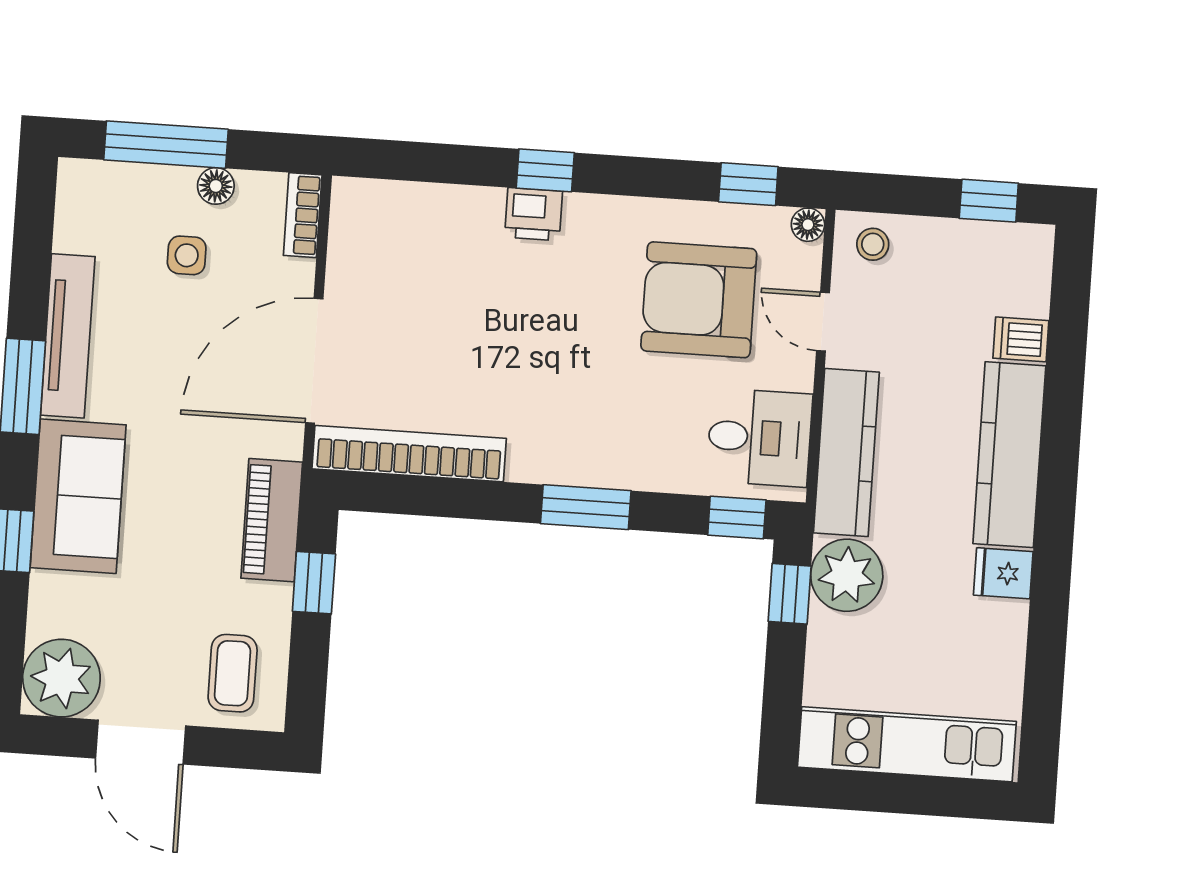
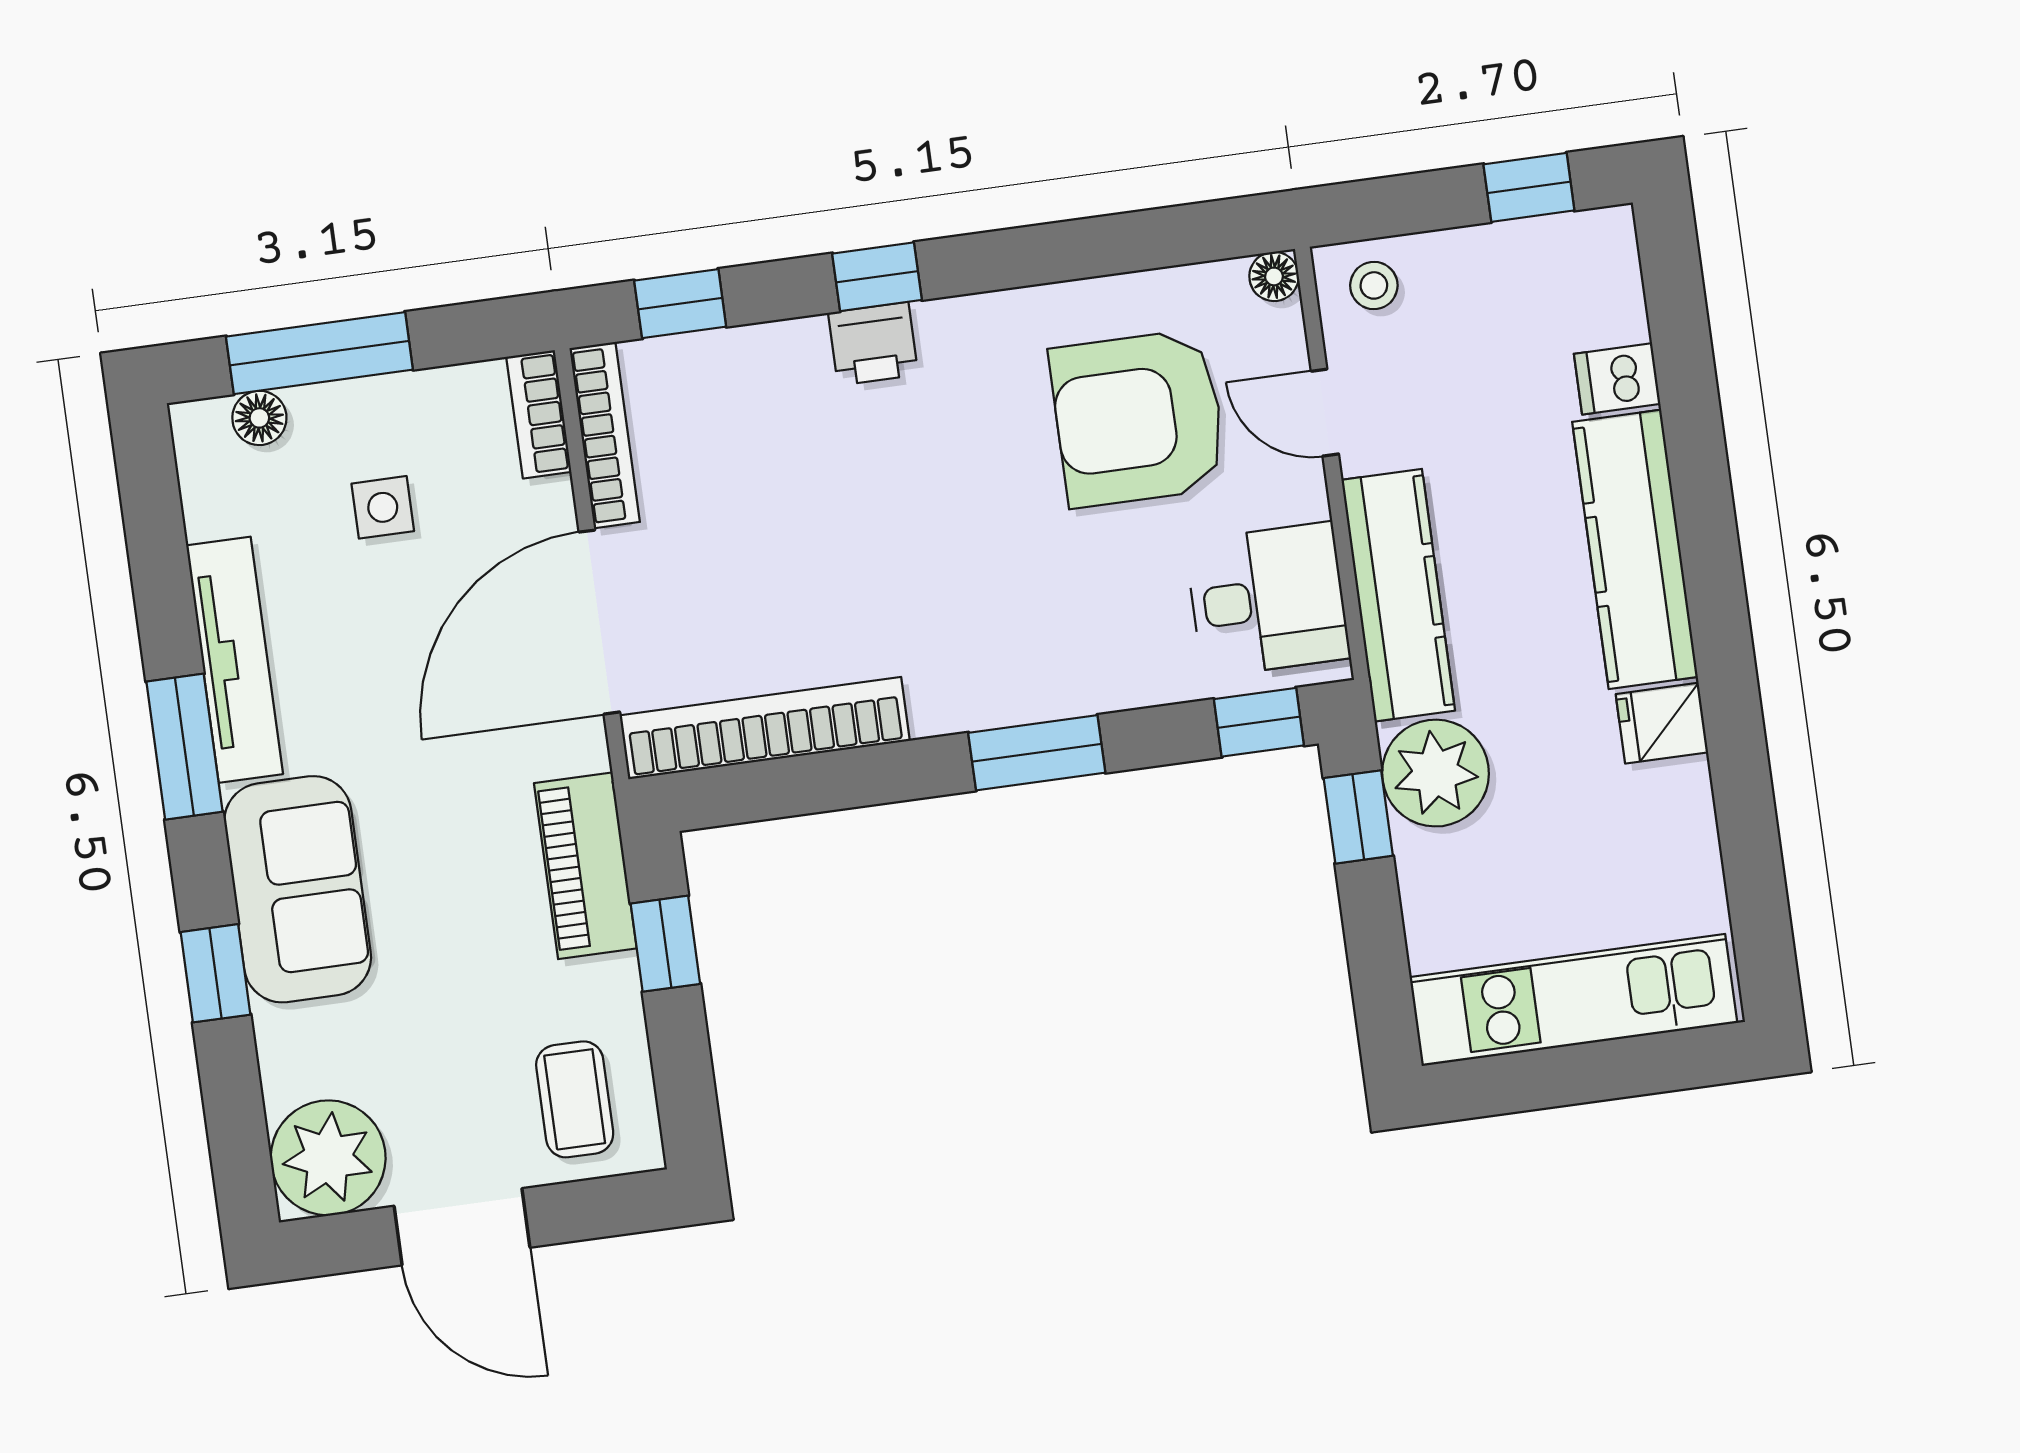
window: (748, 184) -> (680, 304), moved
floor lamp: (216, 186) -> (259, 418), moved
bookcase: (343, 238) -> (605, 435), added

